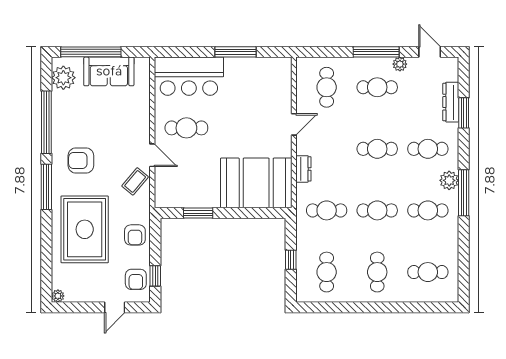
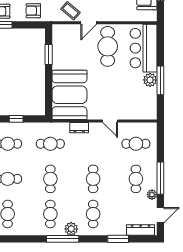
plant: (235, 67) -> (150, 80), added
dresser: (451, 102) -> (141, 230), moved
cafe table: (186, 128) -> (108, 46), width x1.37, depth x1.35
cafe table: (327, 210) -> (50, 144), turned 90

